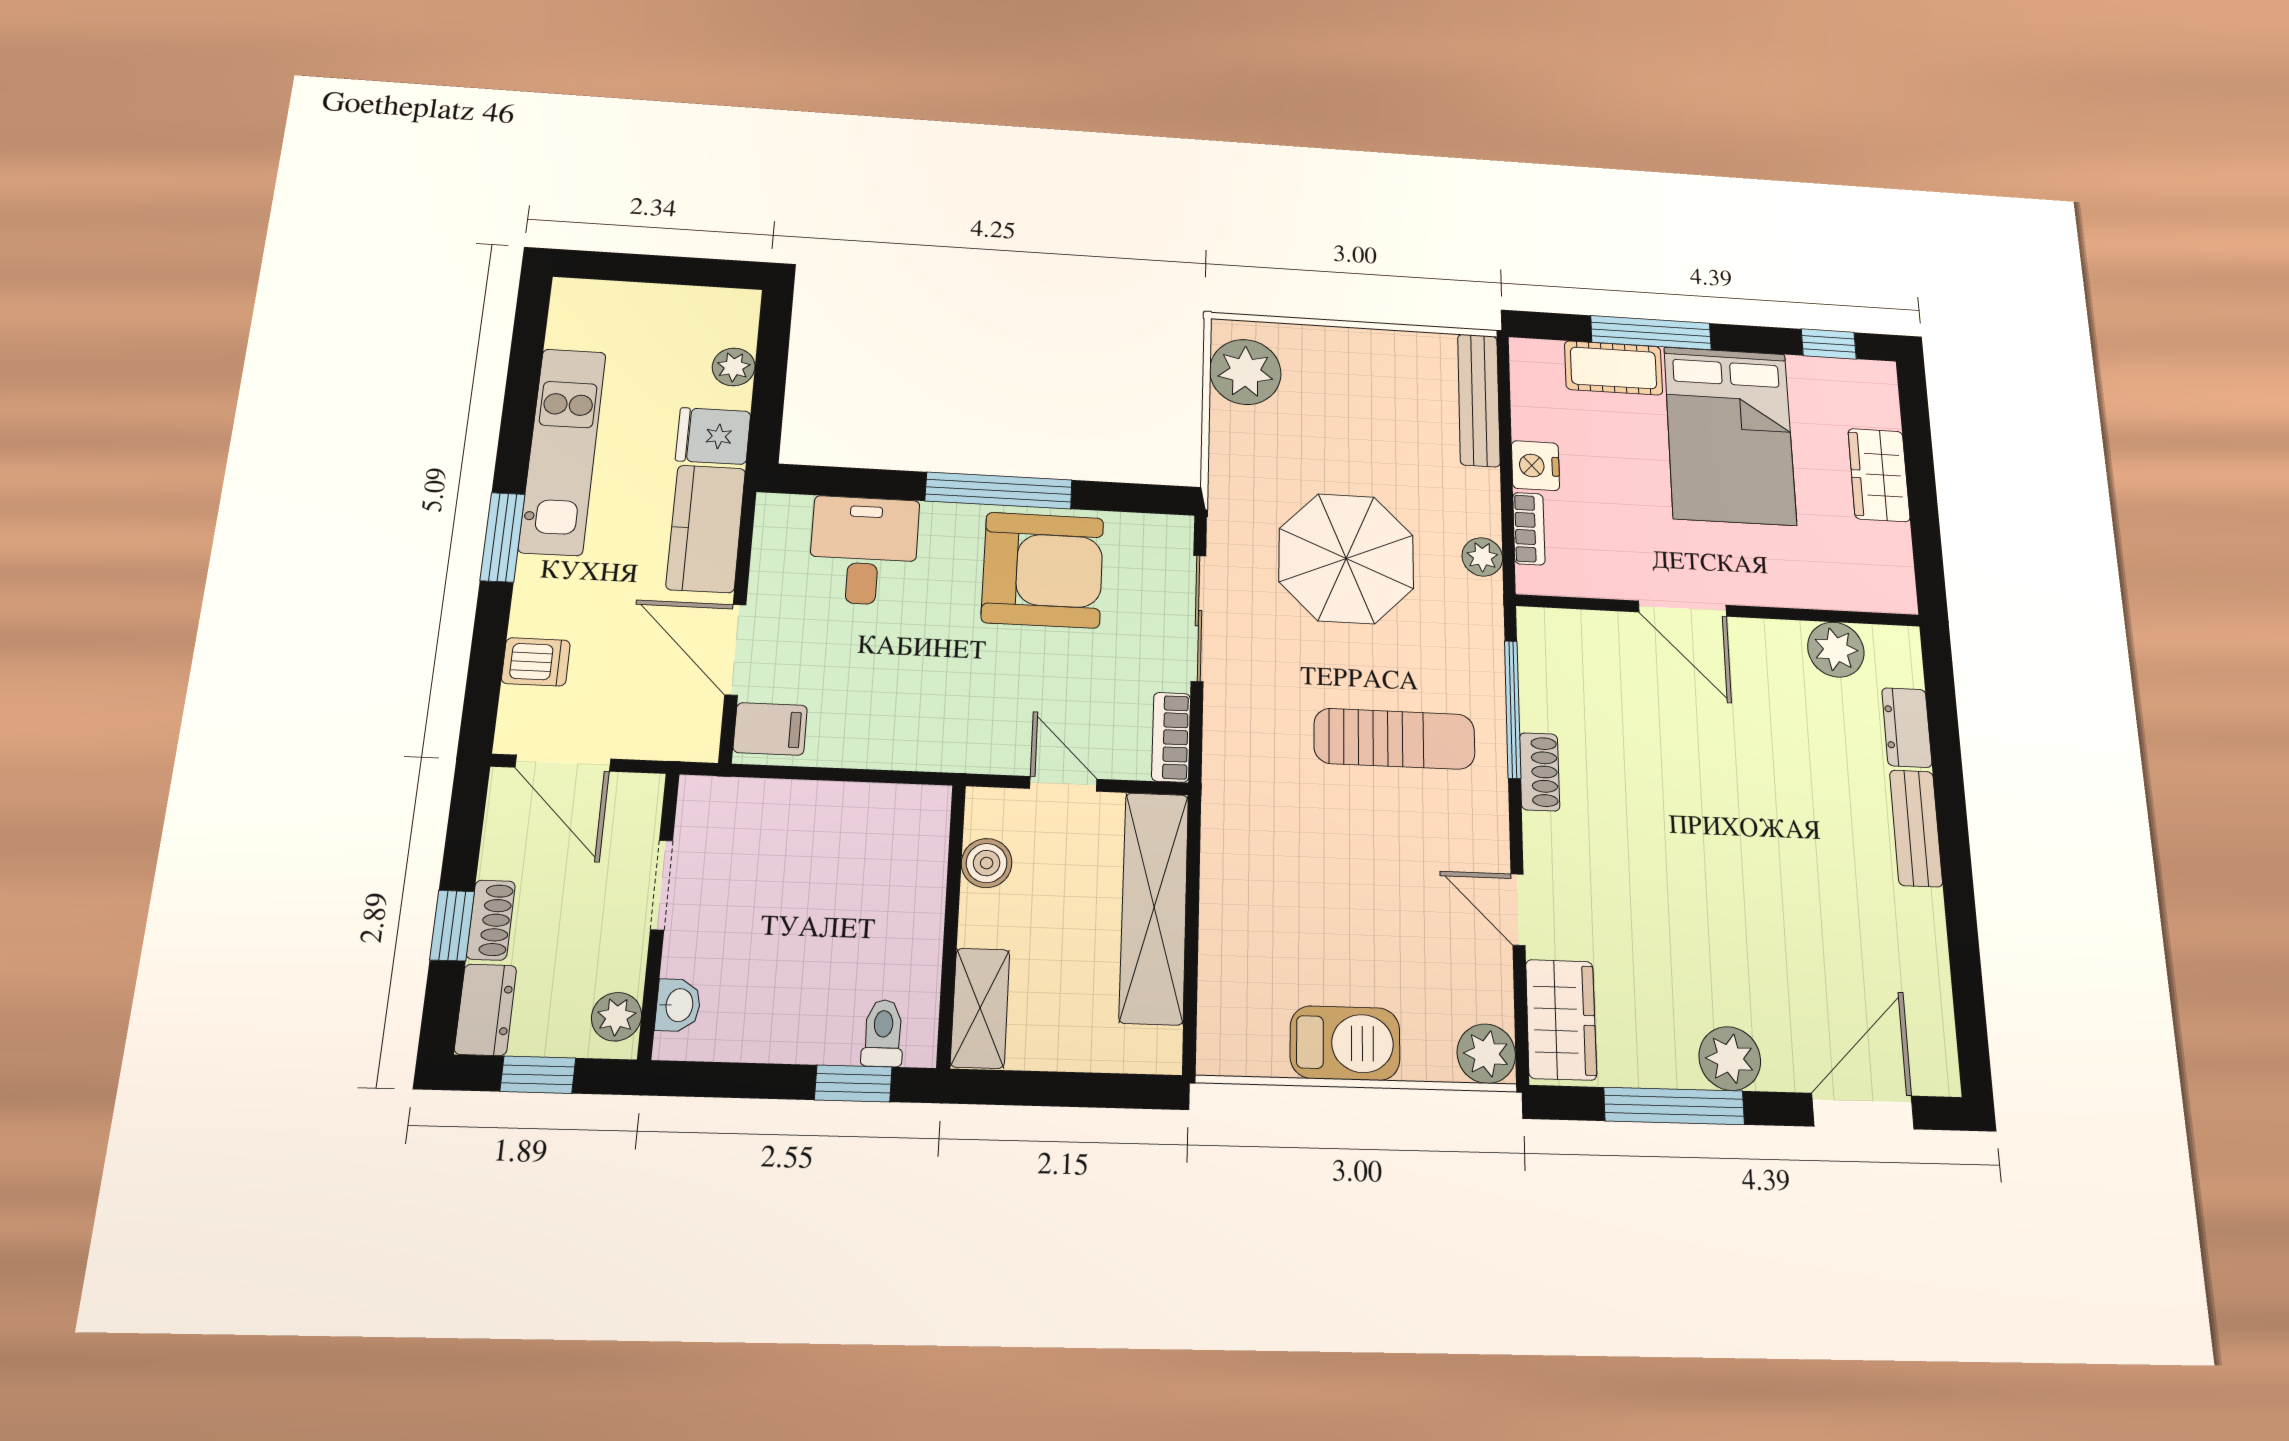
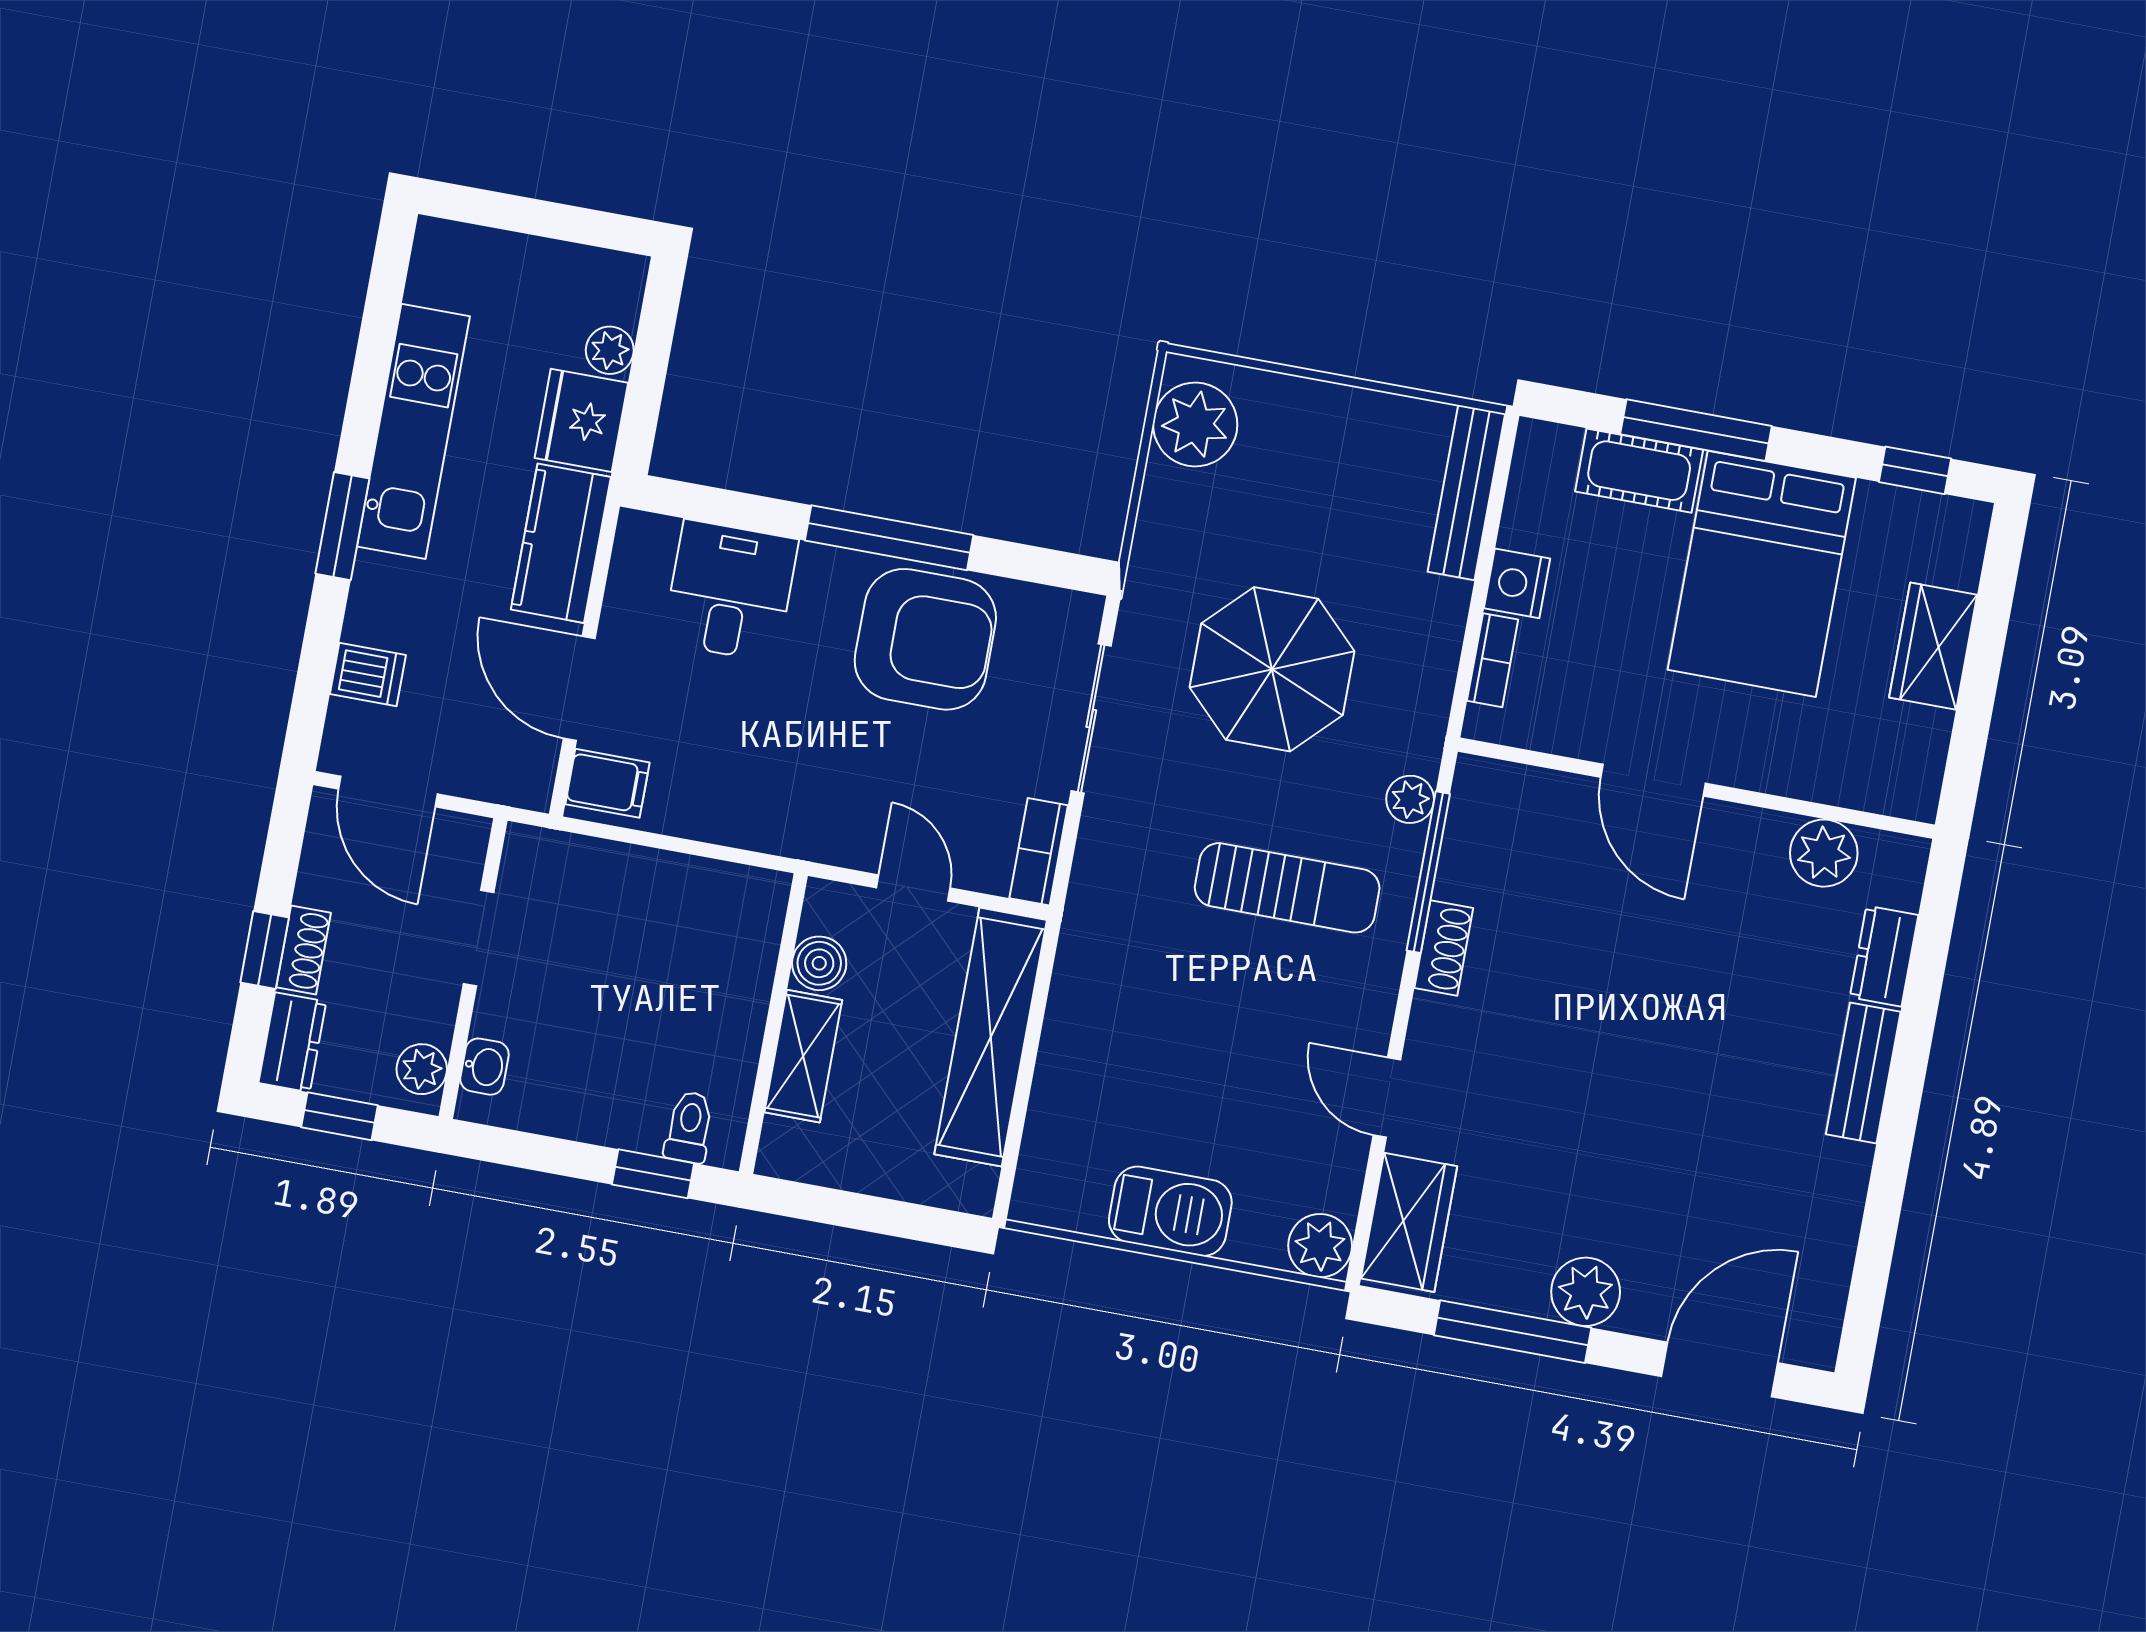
fridge: (713, 436) -> (581, 420), width x1.38
plant: (1482, 557) -> (1410, 799), moved
shelving: (980, 1008) -> (803, 1056), moved

